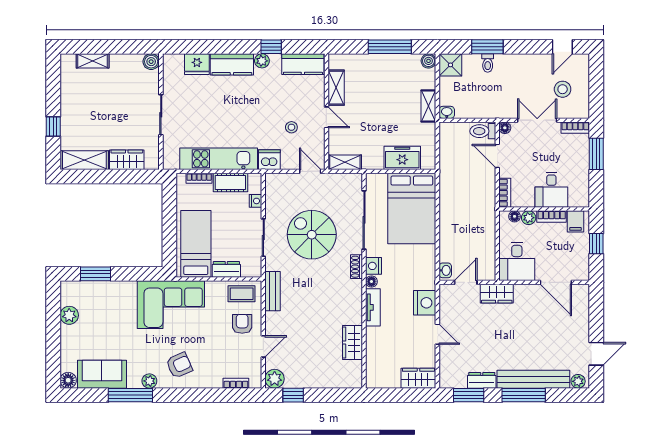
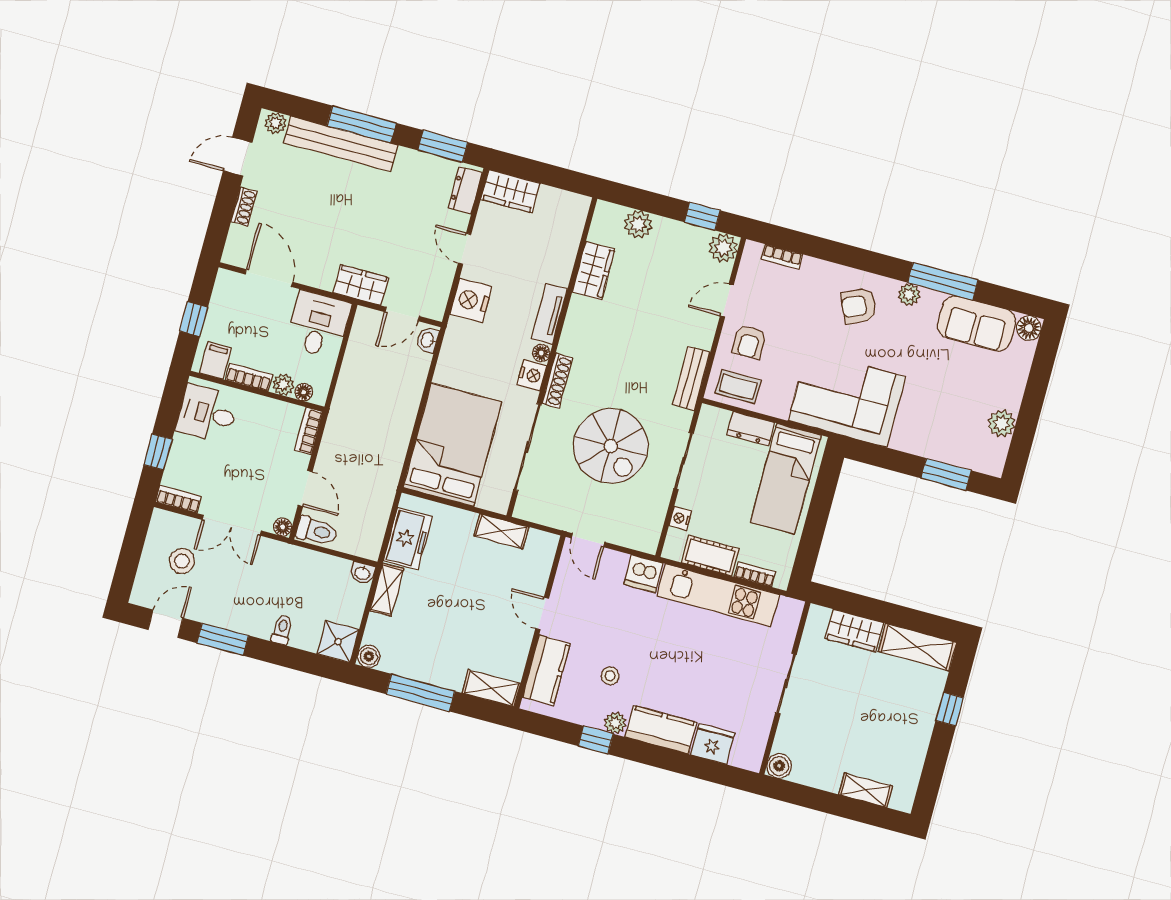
window: (487, 47) -> (223, 639), moved
kitchen counter: (303, 64) -> (546, 670), moved, turned 90
shelving: (336, 88) -> (491, 688), moved, turned 90
stool: (291, 127) -> (610, 676), moved
window: (596, 154) -> (158, 452), width x0.67
freezer: (402, 158) -> (408, 539), moved, turned -90
shelving: (345, 162) -> (501, 531), moved
desk: (551, 190) -> (207, 413), moved, turned -90
shoe rack: (356, 267) -> (557, 381), width x1.43
shoe rack: (584, 323) -> (244, 207), added
plant: (332, 379) -> (638, 224), added
dresser: (482, 380) -> (465, 190), moved, turned 90

